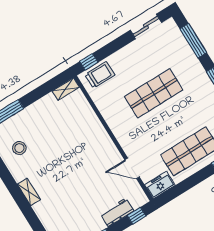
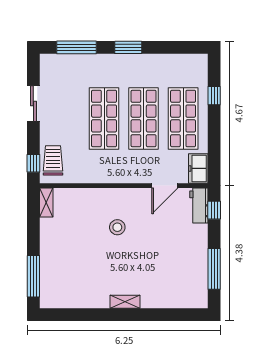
sliding door: (146, 26) -> (33, 104), moved
shop shelf: (172, 122) -> (144, 118), added
stool: (19, 148) -> (117, 227), moved
workbench: (117, 212) -> (199, 206), moved

